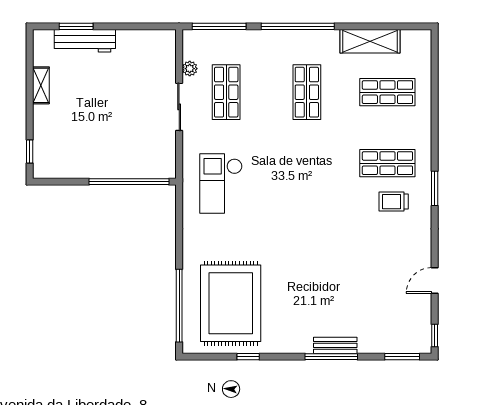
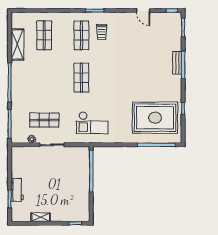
workbench: (85, 41) -> (17, 190), width x0.73
shop shelf: (307, 92) -> (81, 78), moved, turned 90

